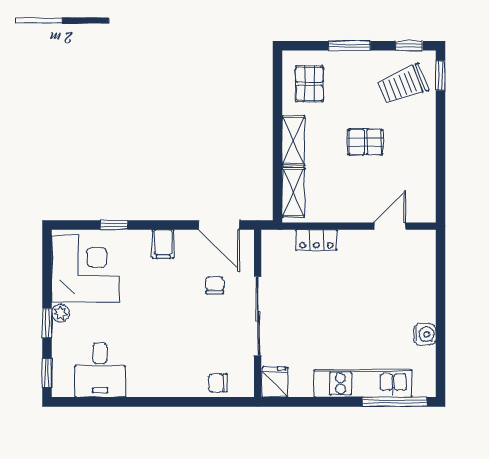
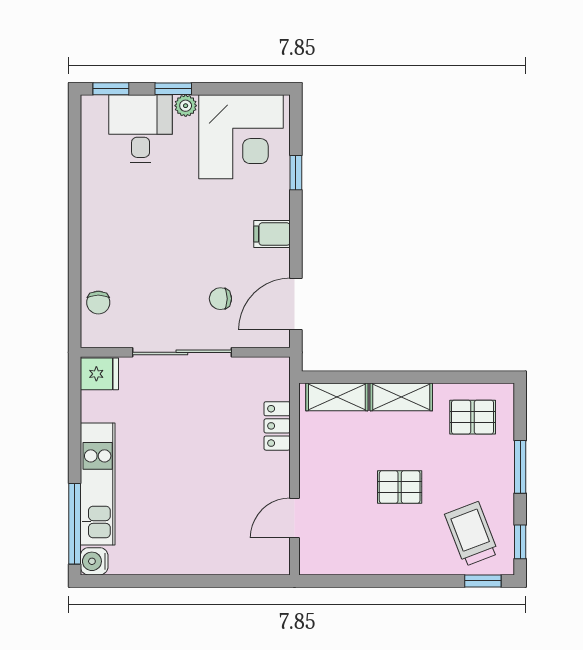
pallet: (365, 142) -> (400, 487), turned 90
door: (390, 226) -> (294, 518), swing flipped
chair: (215, 285) -> (220, 299), turned 180
water cooler: (425, 334) -> (94, 561), moved, turned 90
desk: (100, 370) -> (141, 129), moved, turned 90
chair: (218, 383) -> (98, 303), turned 180

